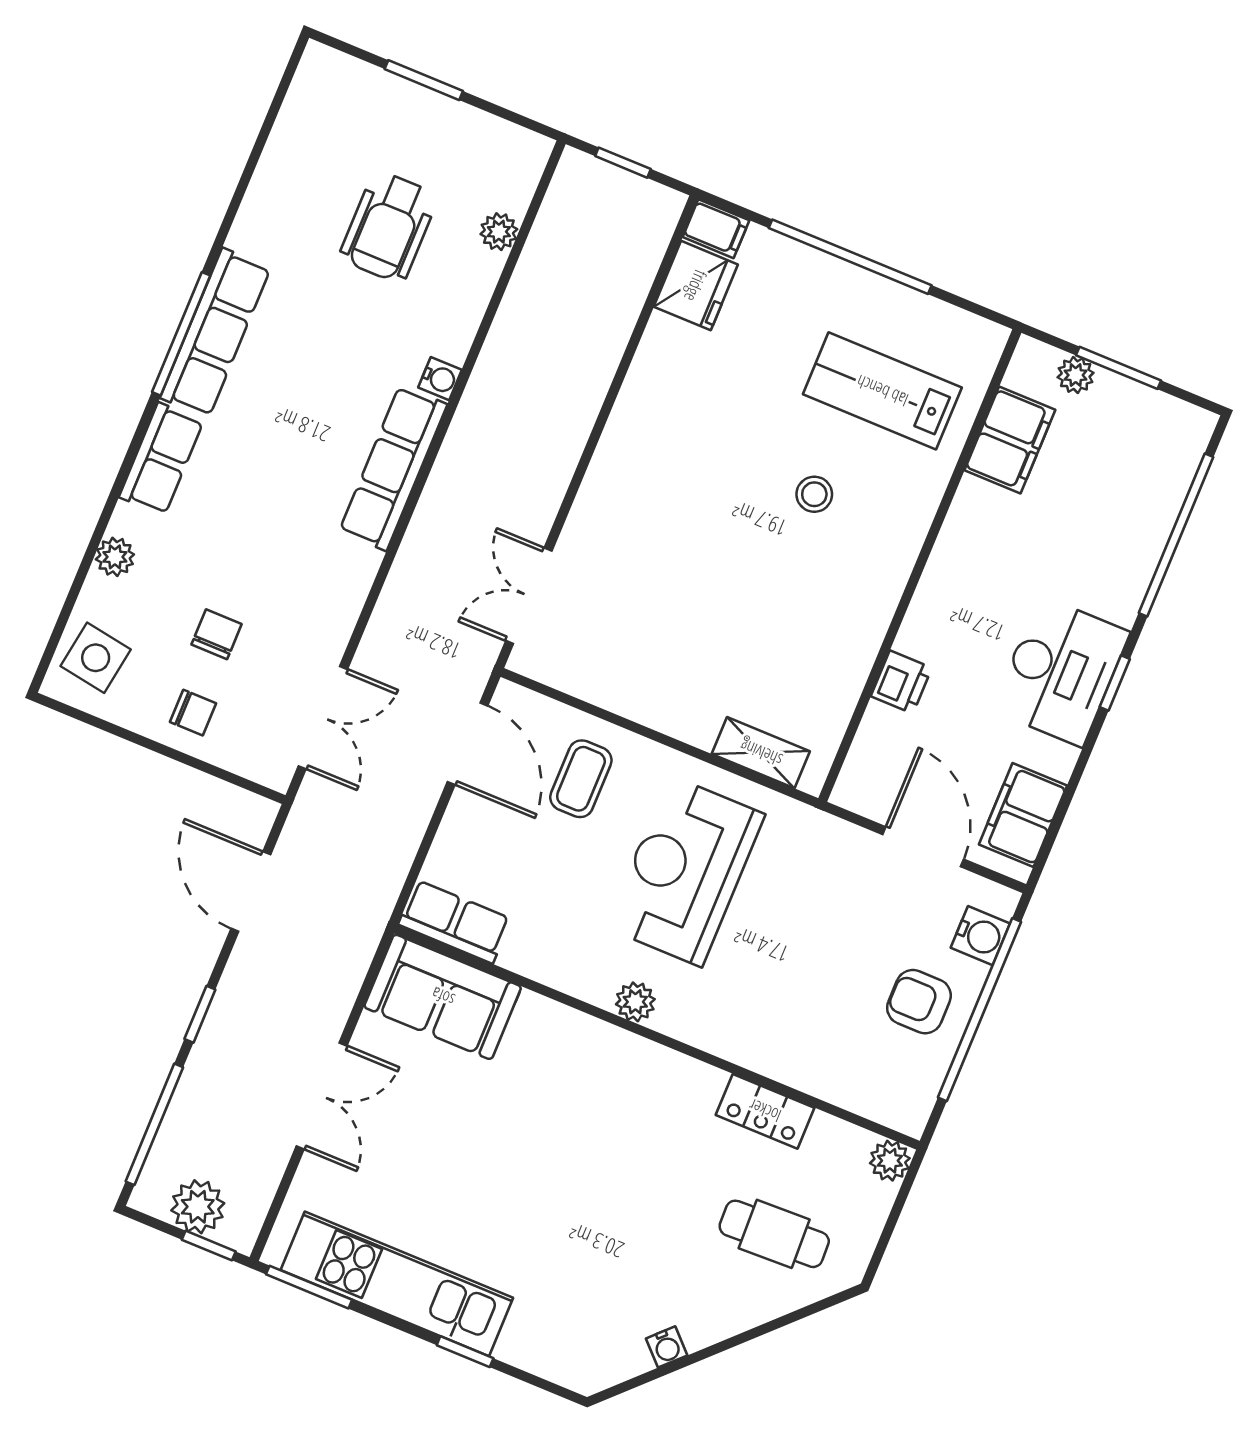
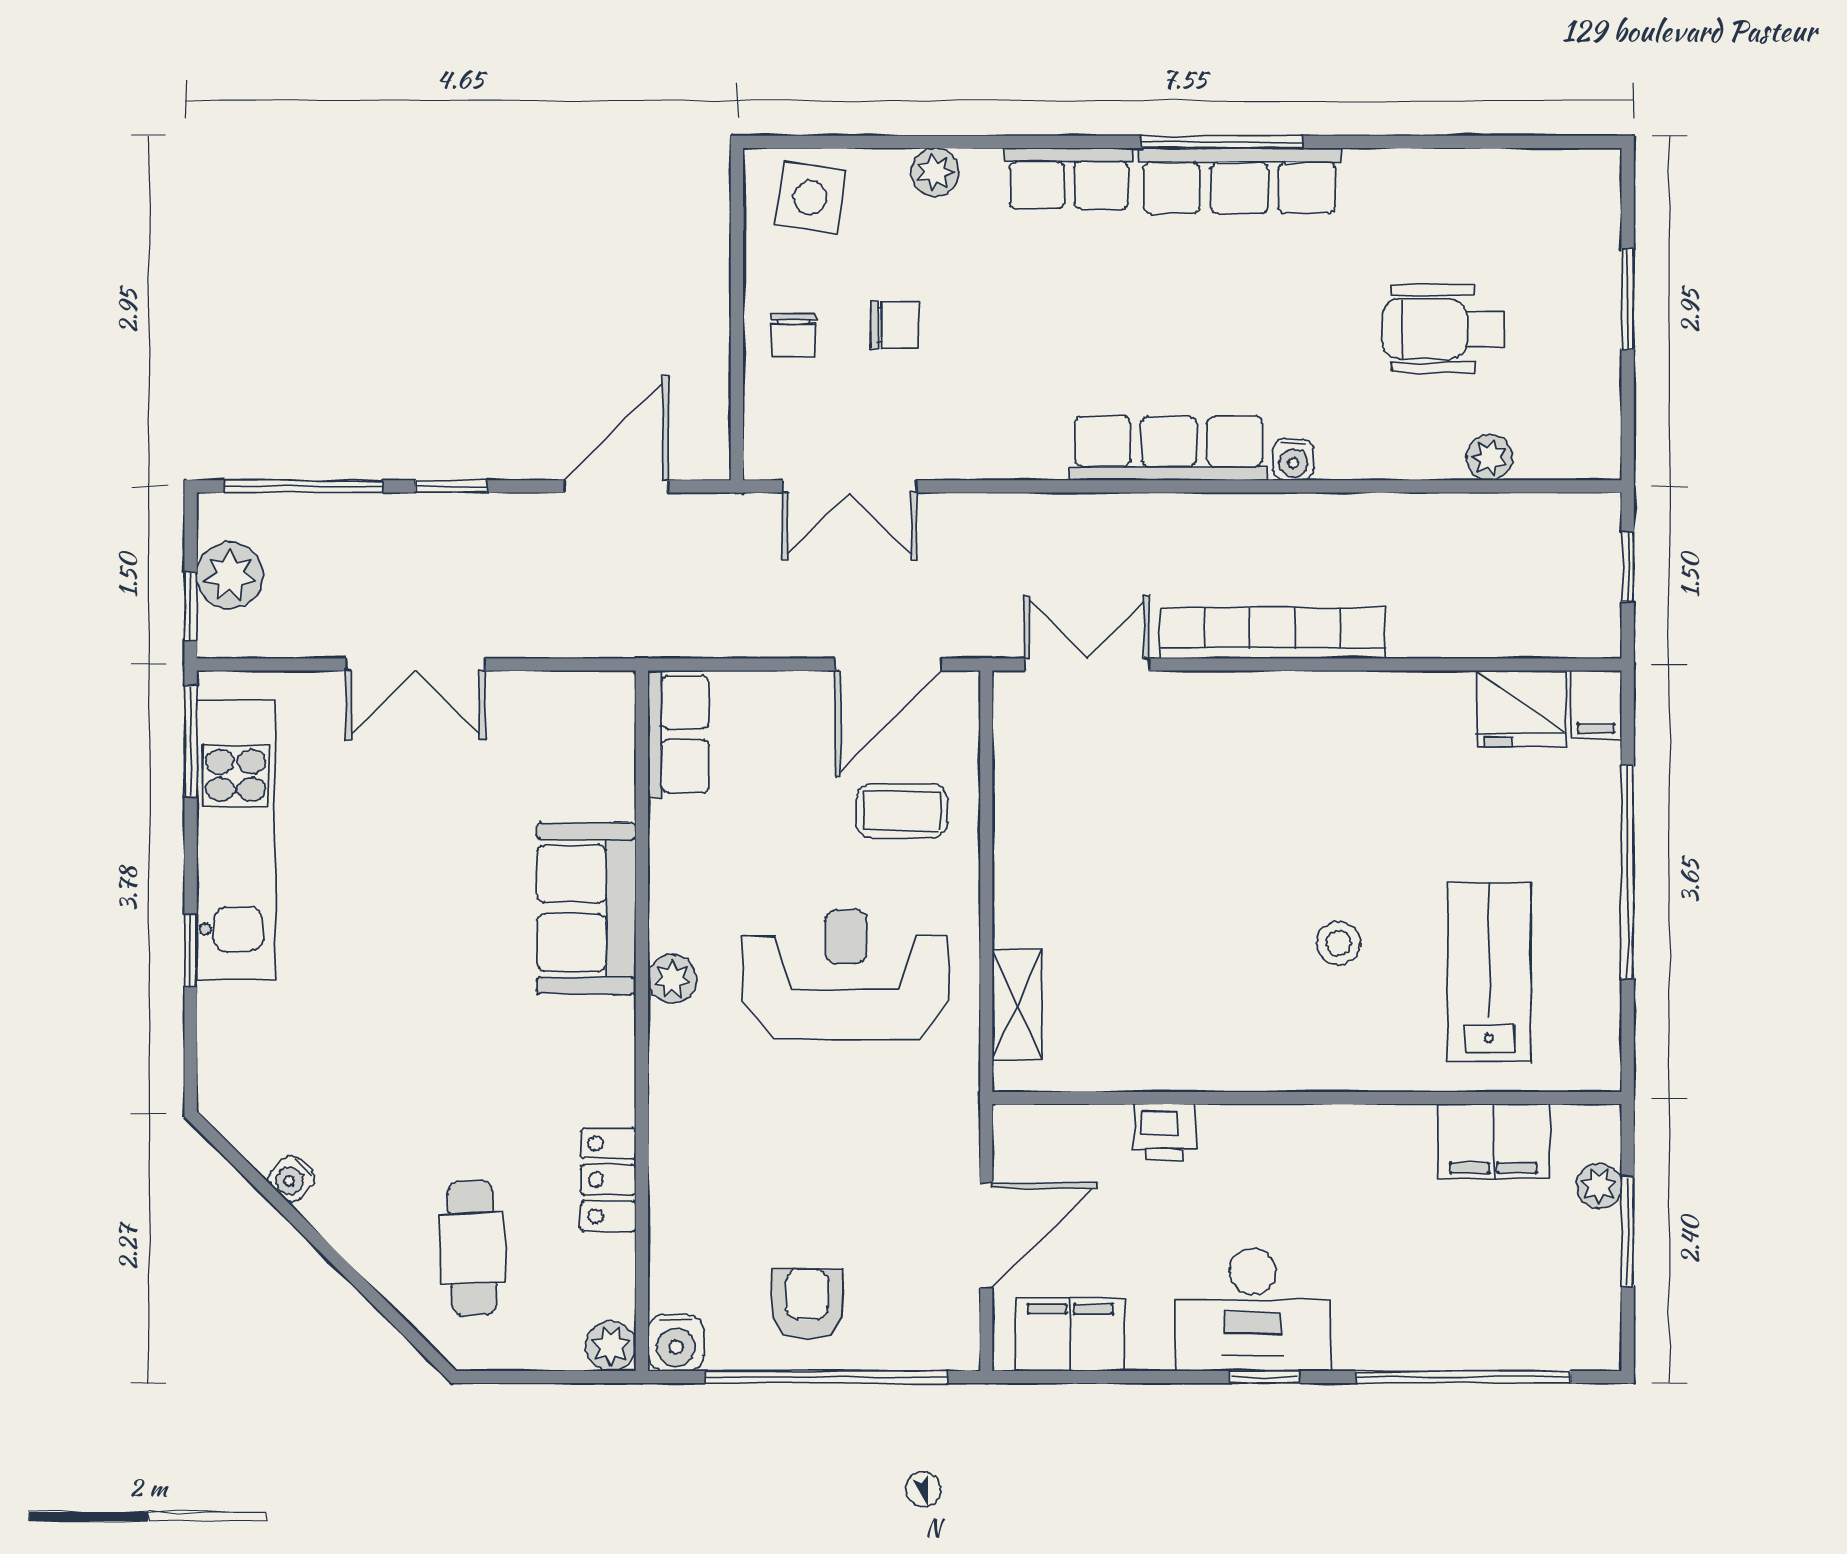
bookcase: (563, 448) -> (1273, 633), added
water cooler: (980, 936) -> (676, 1343), moved
sofa: (443, 997) -> (586, 908), moved

